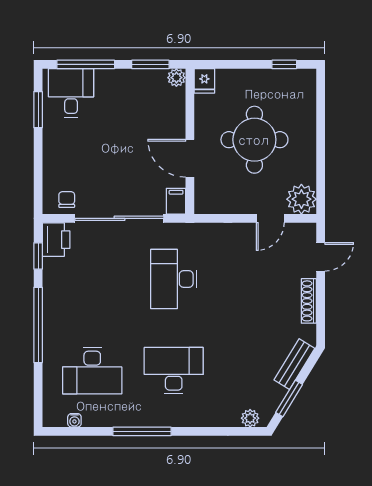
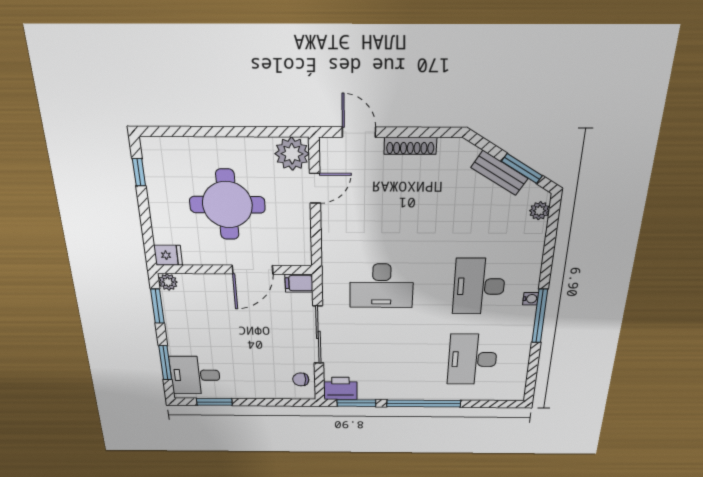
window: (86, 64) -> (165, 363), width x0.69
sliding door: (119, 218) -> (318, 335), width x0.73
door: (270, 218) -> (315, 188), hinge flipped
window: (38, 256) -> (356, 403), width x1.50
bench: (294, 364) -> (499, 173), moved
desk: (92, 371) -> (472, 359), turned 180
water cooler: (74, 420) -> (530, 299), moved

